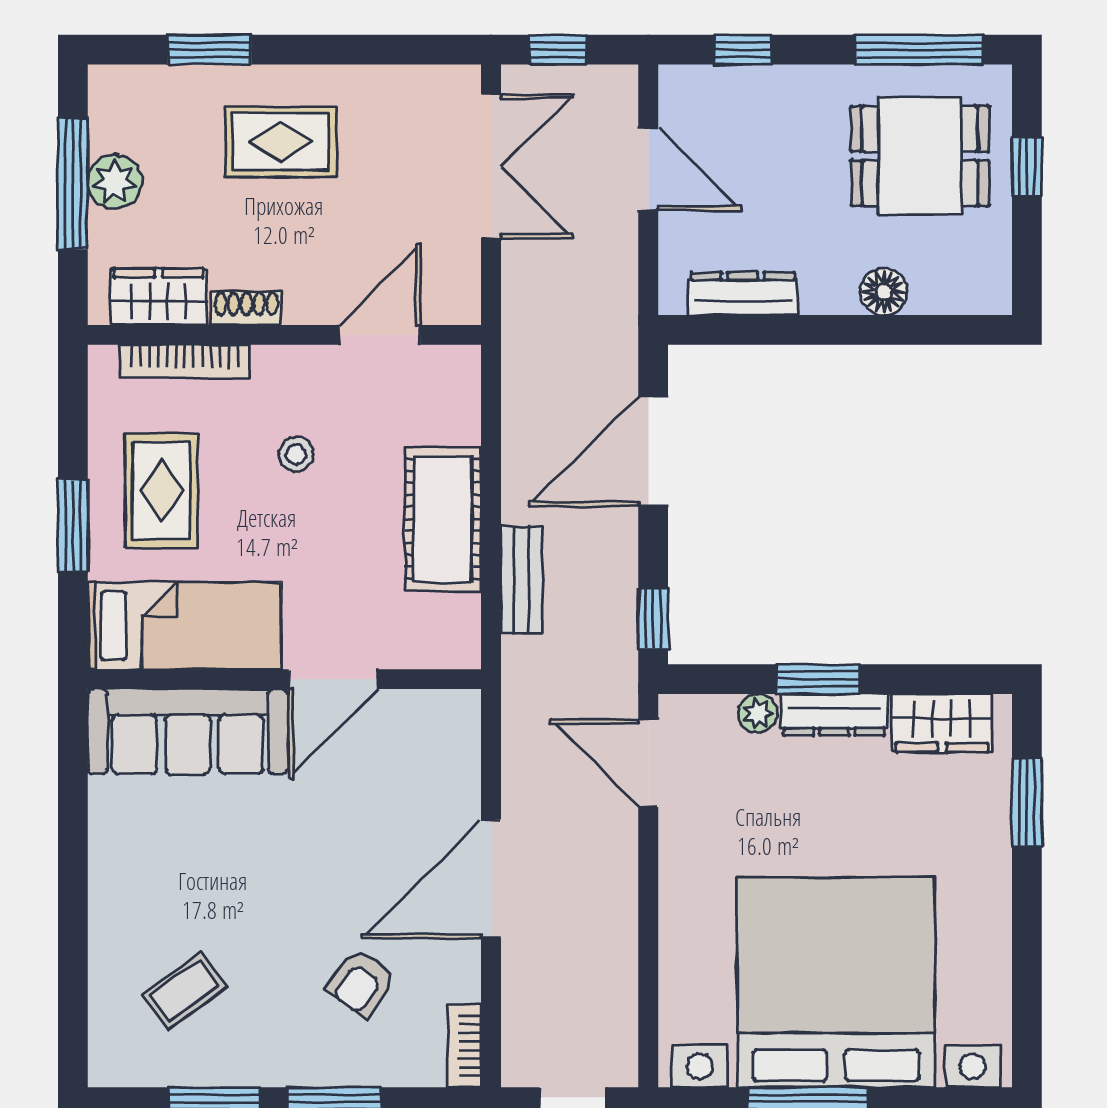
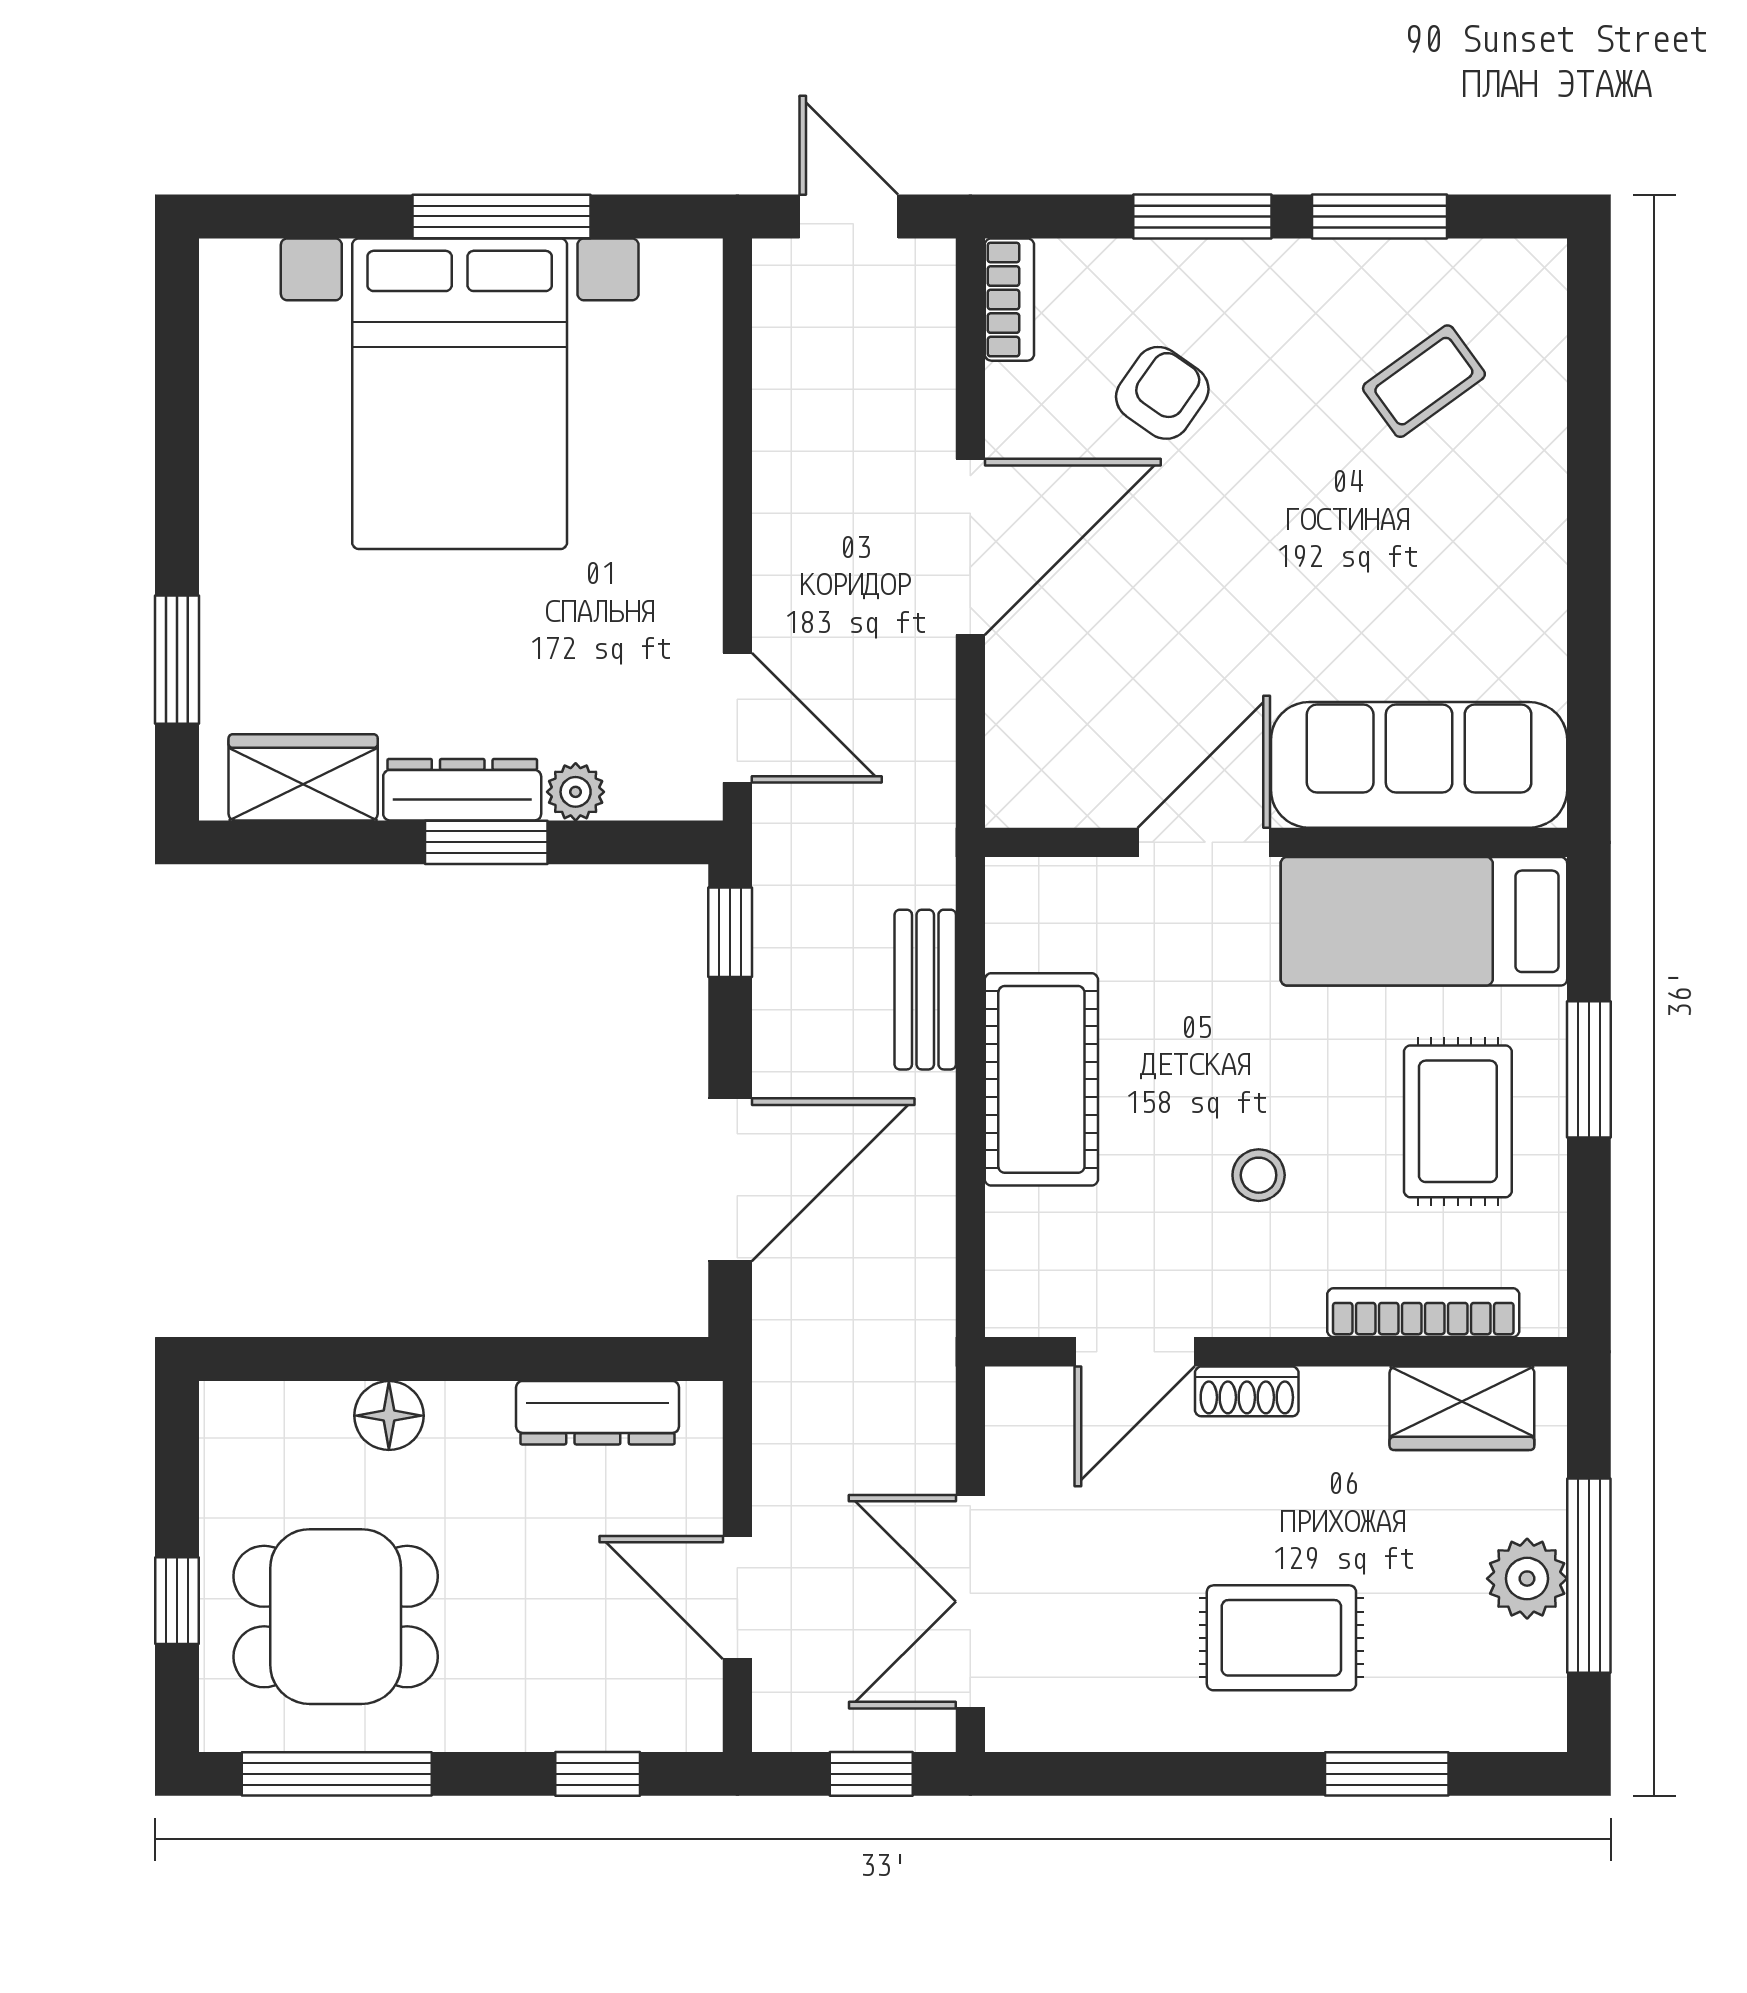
shoe rack: (246, 308) -> (1247, 1391), moved
bed with nightstands: (836, 982) -> (460, 394), width x0.73

